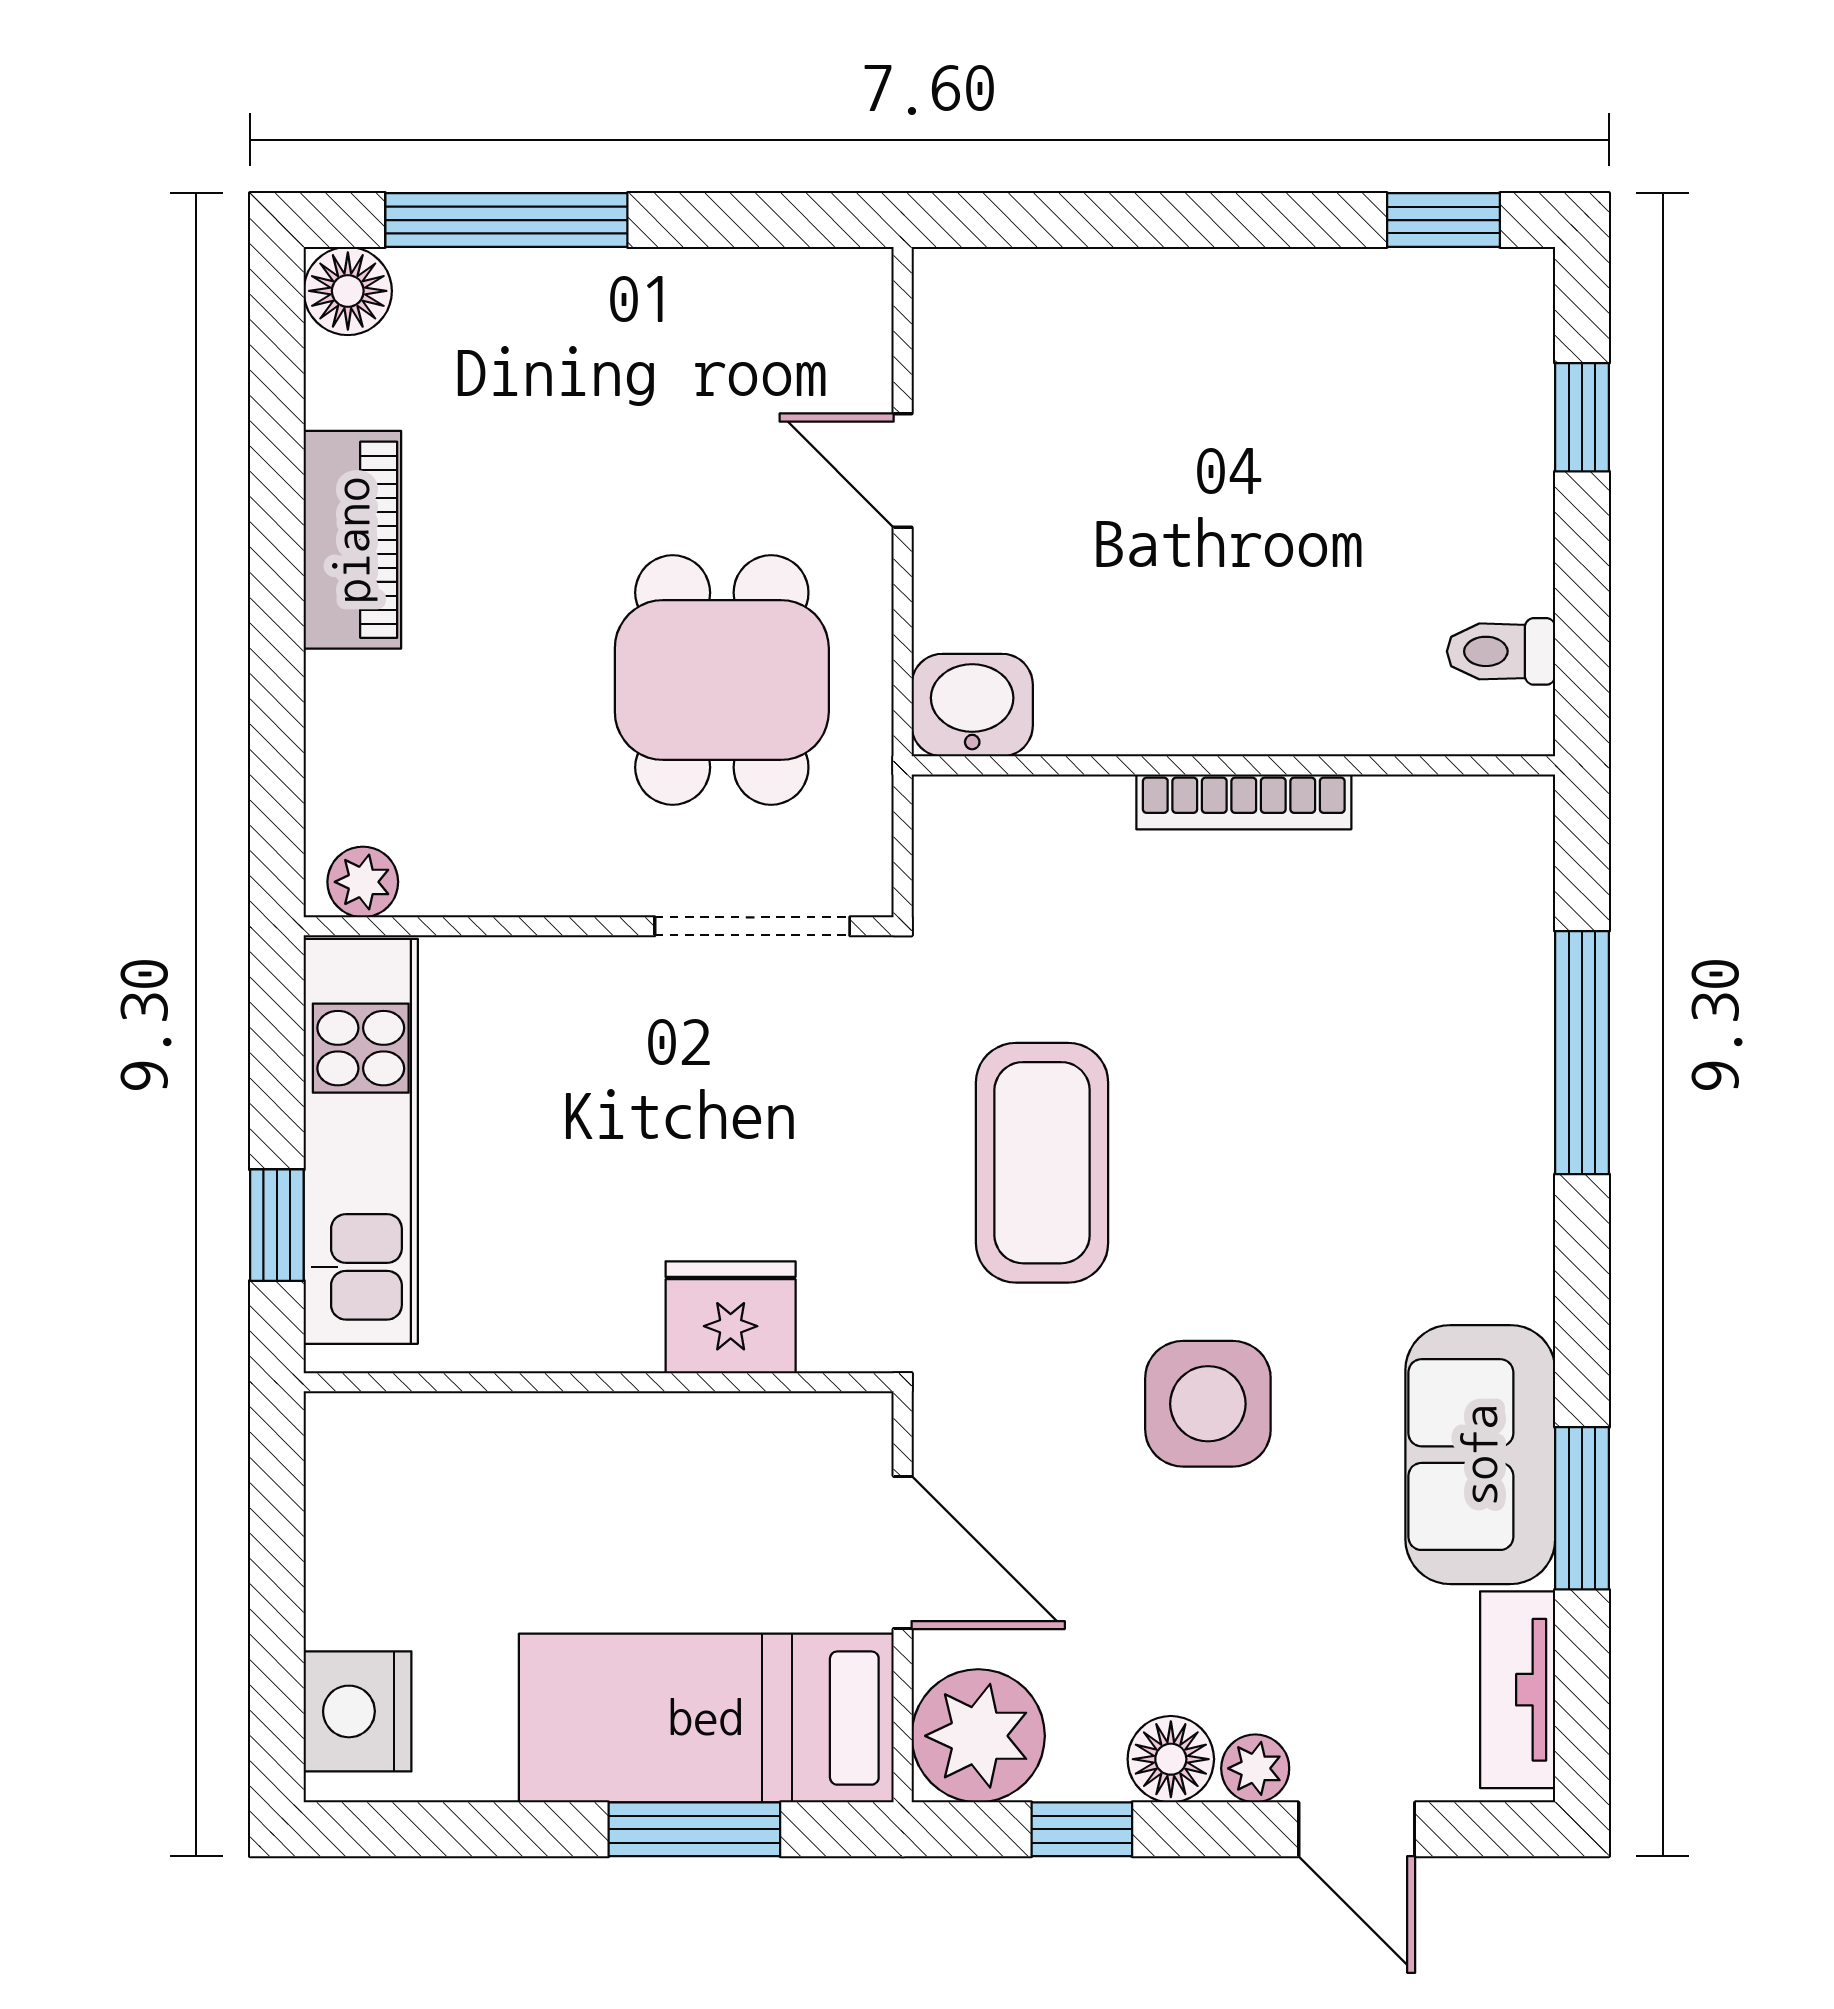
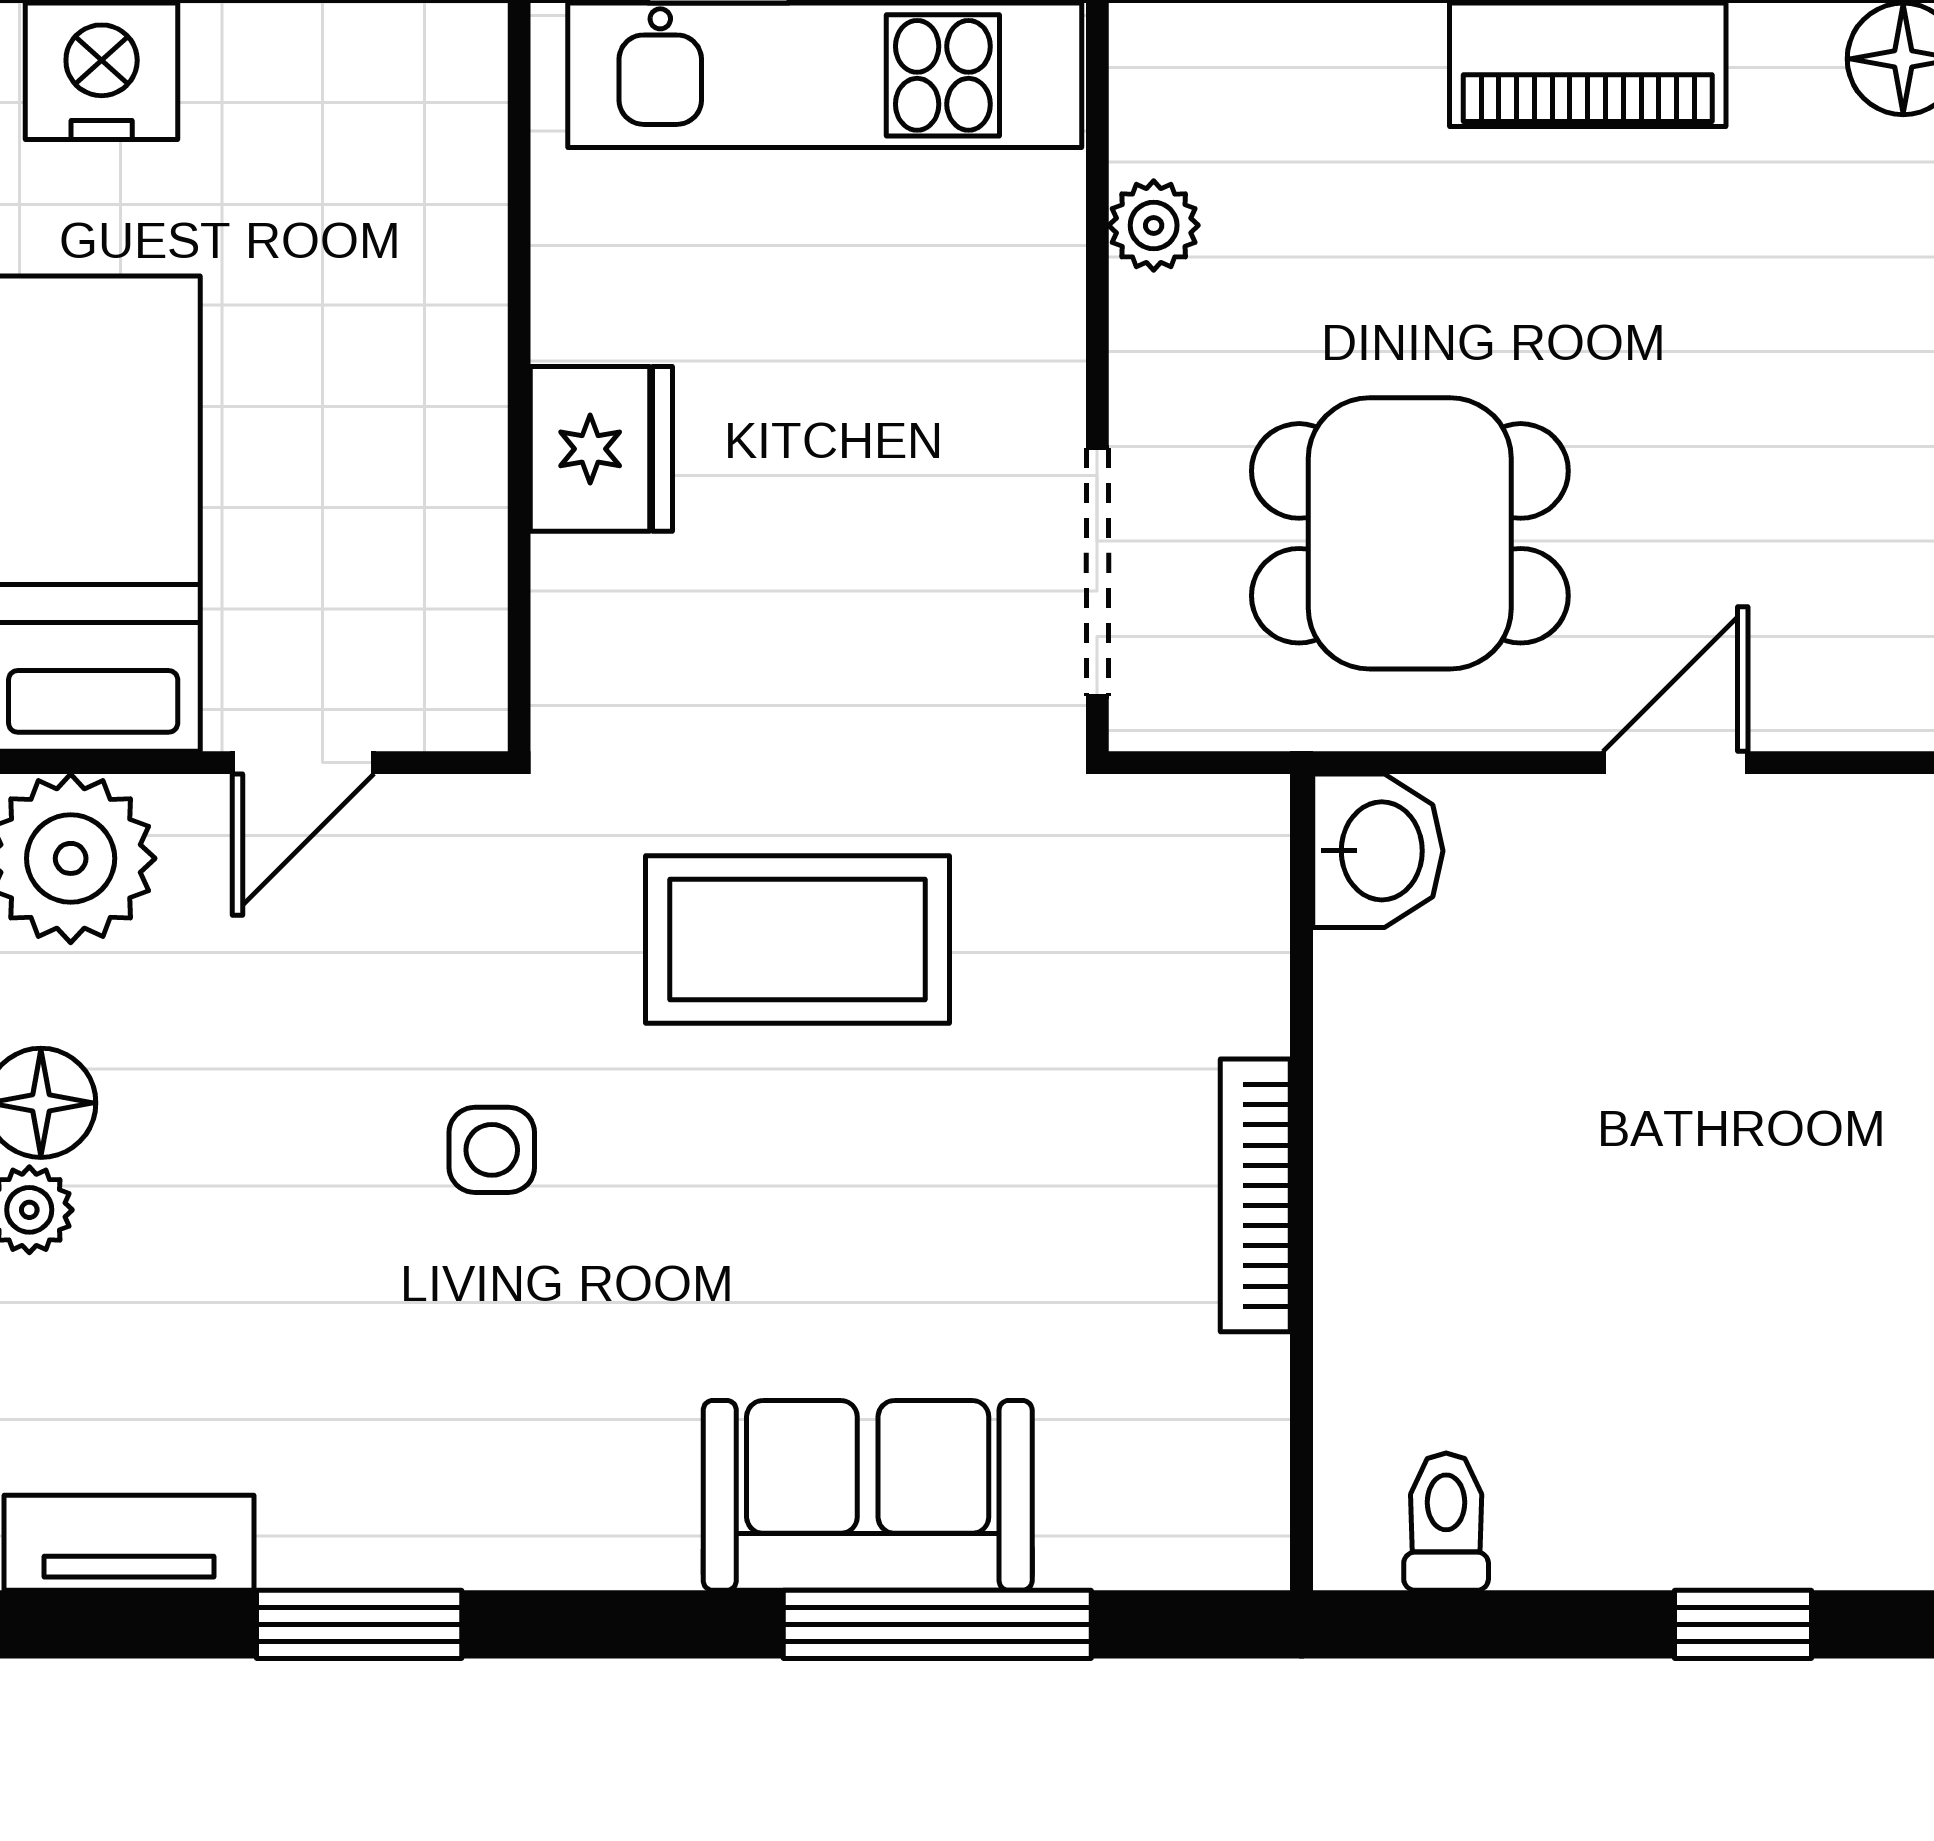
plant: (363, 882) -> (1154, 225), moved
fridge: (731, 1317) -> (601, 449), moved
side table: (1208, 1404) -> (492, 1150), width x0.54, depth x0.54
sofa: (1480, 1455) -> (868, 1495), moved
door: (903, 1552) -> (303, 763), width x0.73

